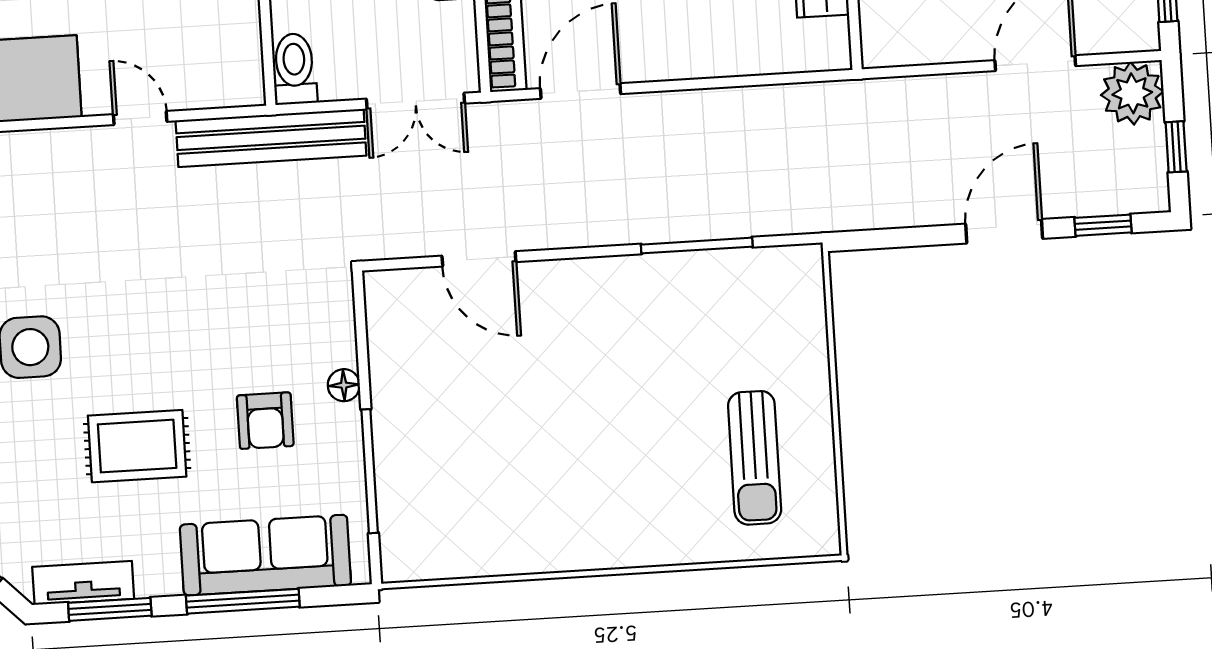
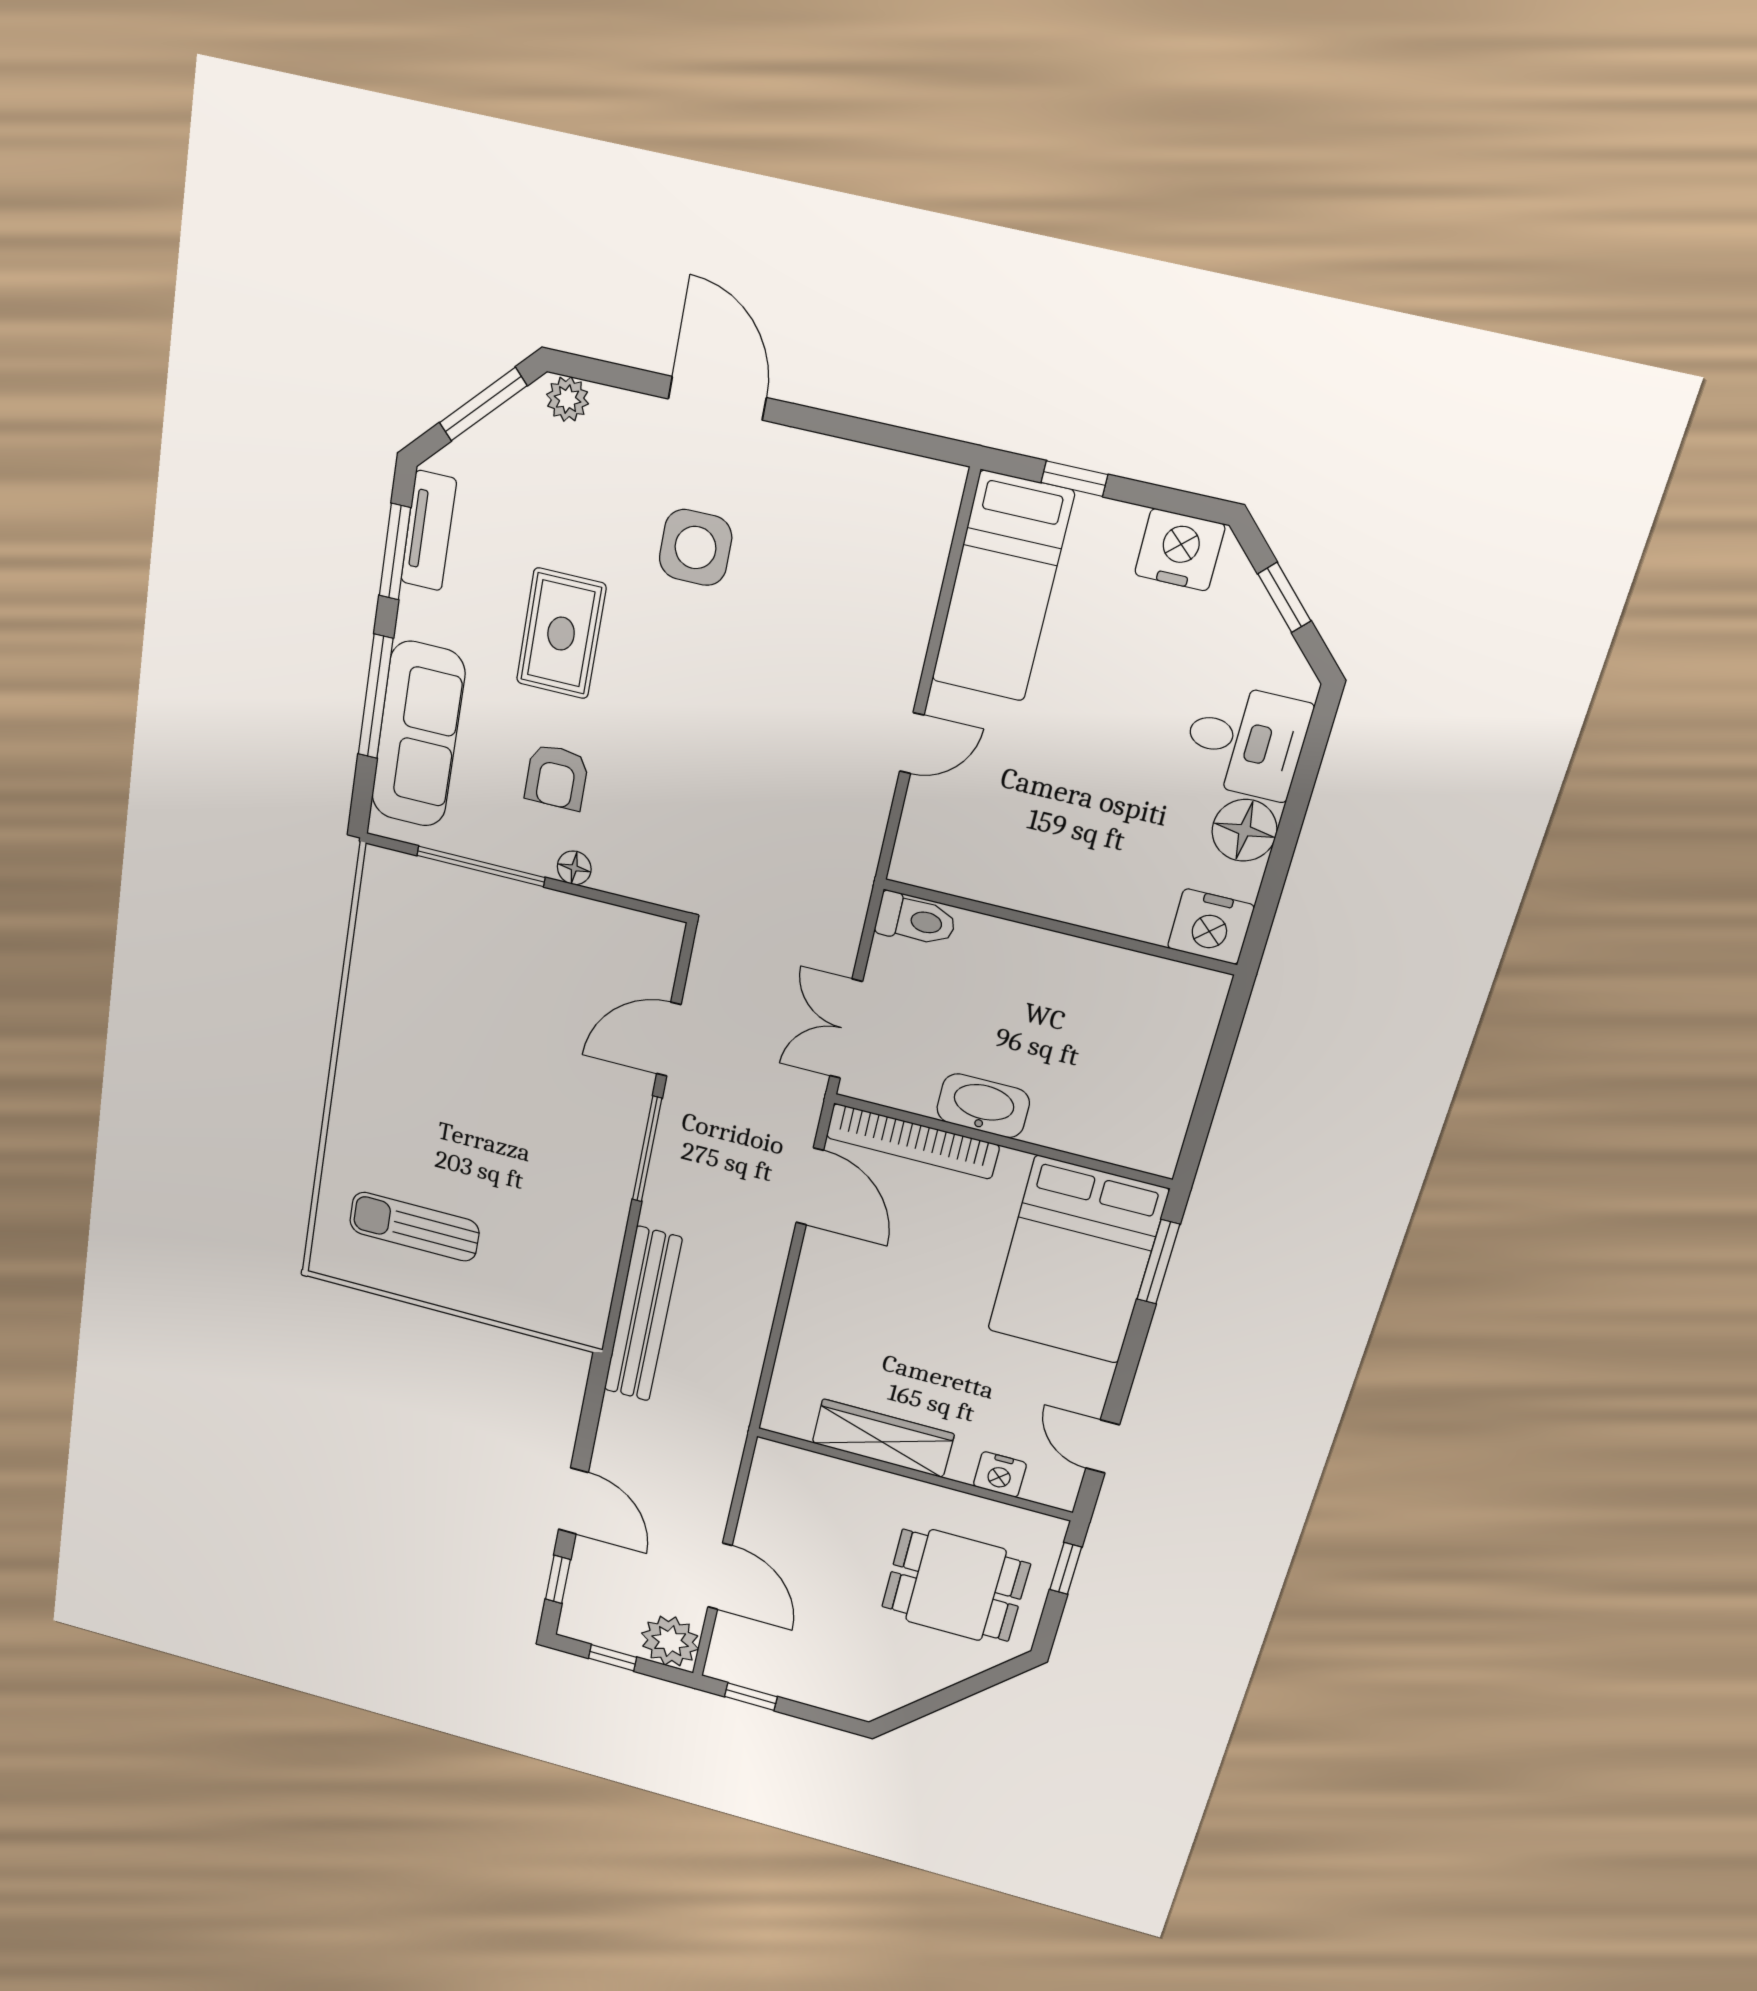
bench: (271, 138) -> (643, 1314), moved
window: (697, 246) -> (647, 1149), moved
armchair: (265, 421) -> (557, 777), turned -90

